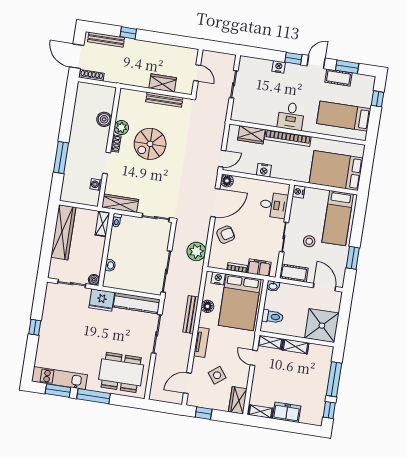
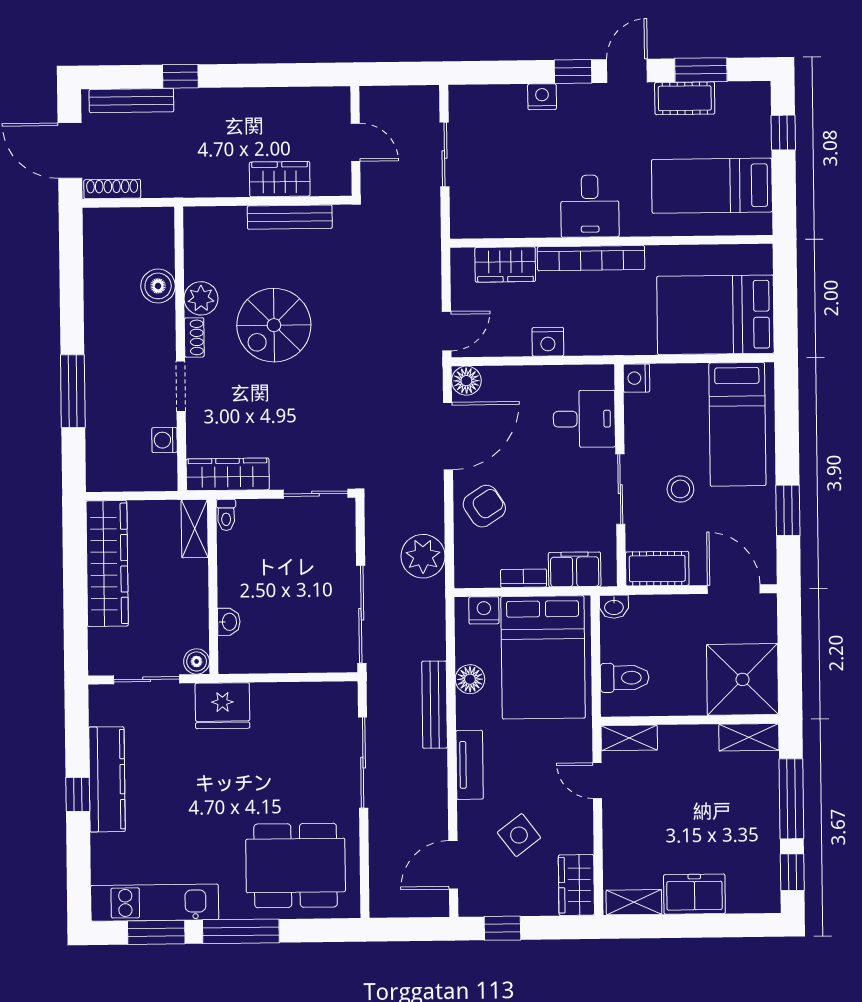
kitchen counter: (137, 303) -> (107, 779), moved, turned -90
shelving: (296, 346) -> (749, 737), moved

